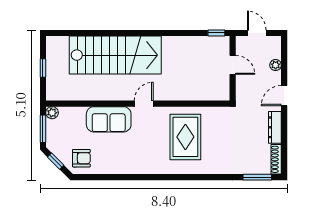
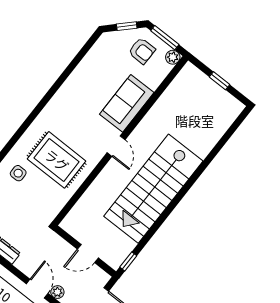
stairs: (115, 55) -> (153, 189), moved
door: (284, 96) -> (37, 289), moved
side table: (215, 156) -> (18, 173), added
armchair: (81, 158) -> (142, 51), moved, turned -90

